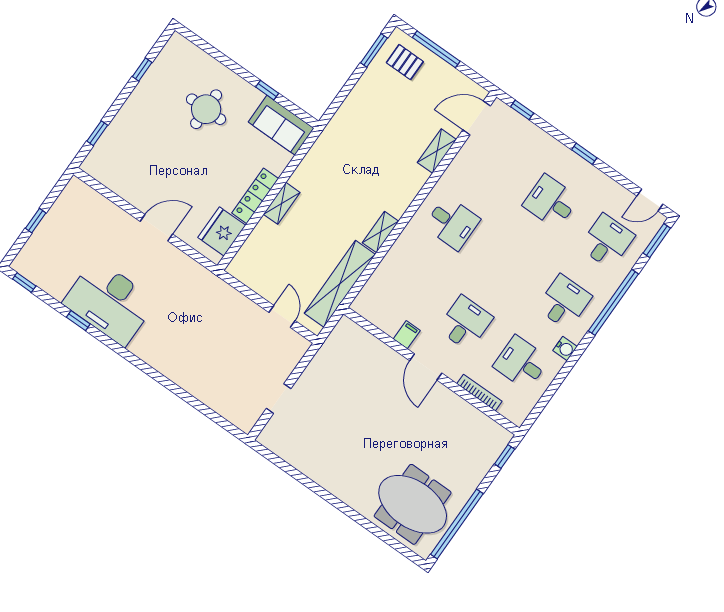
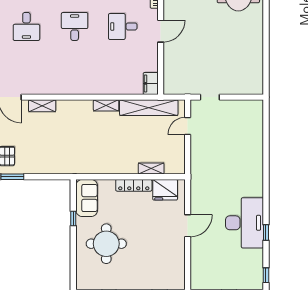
round table: (206, 109) -> (106, 244), width x1.36, depth x1.36
shelving: (282, 203) -> (151, 168), moved
desk: (452, 223) -> (75, 26), moved
door: (156, 228) -> (188, 226), swing flipped
filing cabinet: (407, 335) -> (151, 83), moved, width x2.00
doorway: (279, 399) -> (210, 97), moved

